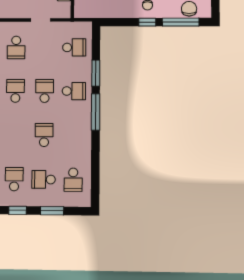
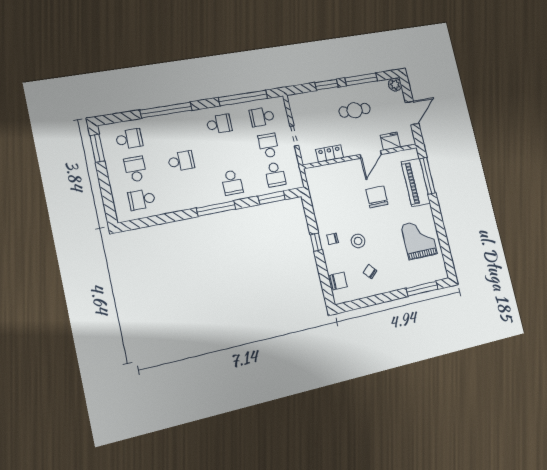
window: (181, 22) -> (324, 275), removed
window: (96, 73) -> (272, 198), moved
school desk: (45, 91) -> (269, 146), moved, turned -90
window: (18, 210) -> (97, 148), width x1.50
window: (52, 211) -> (105, 184), removed

